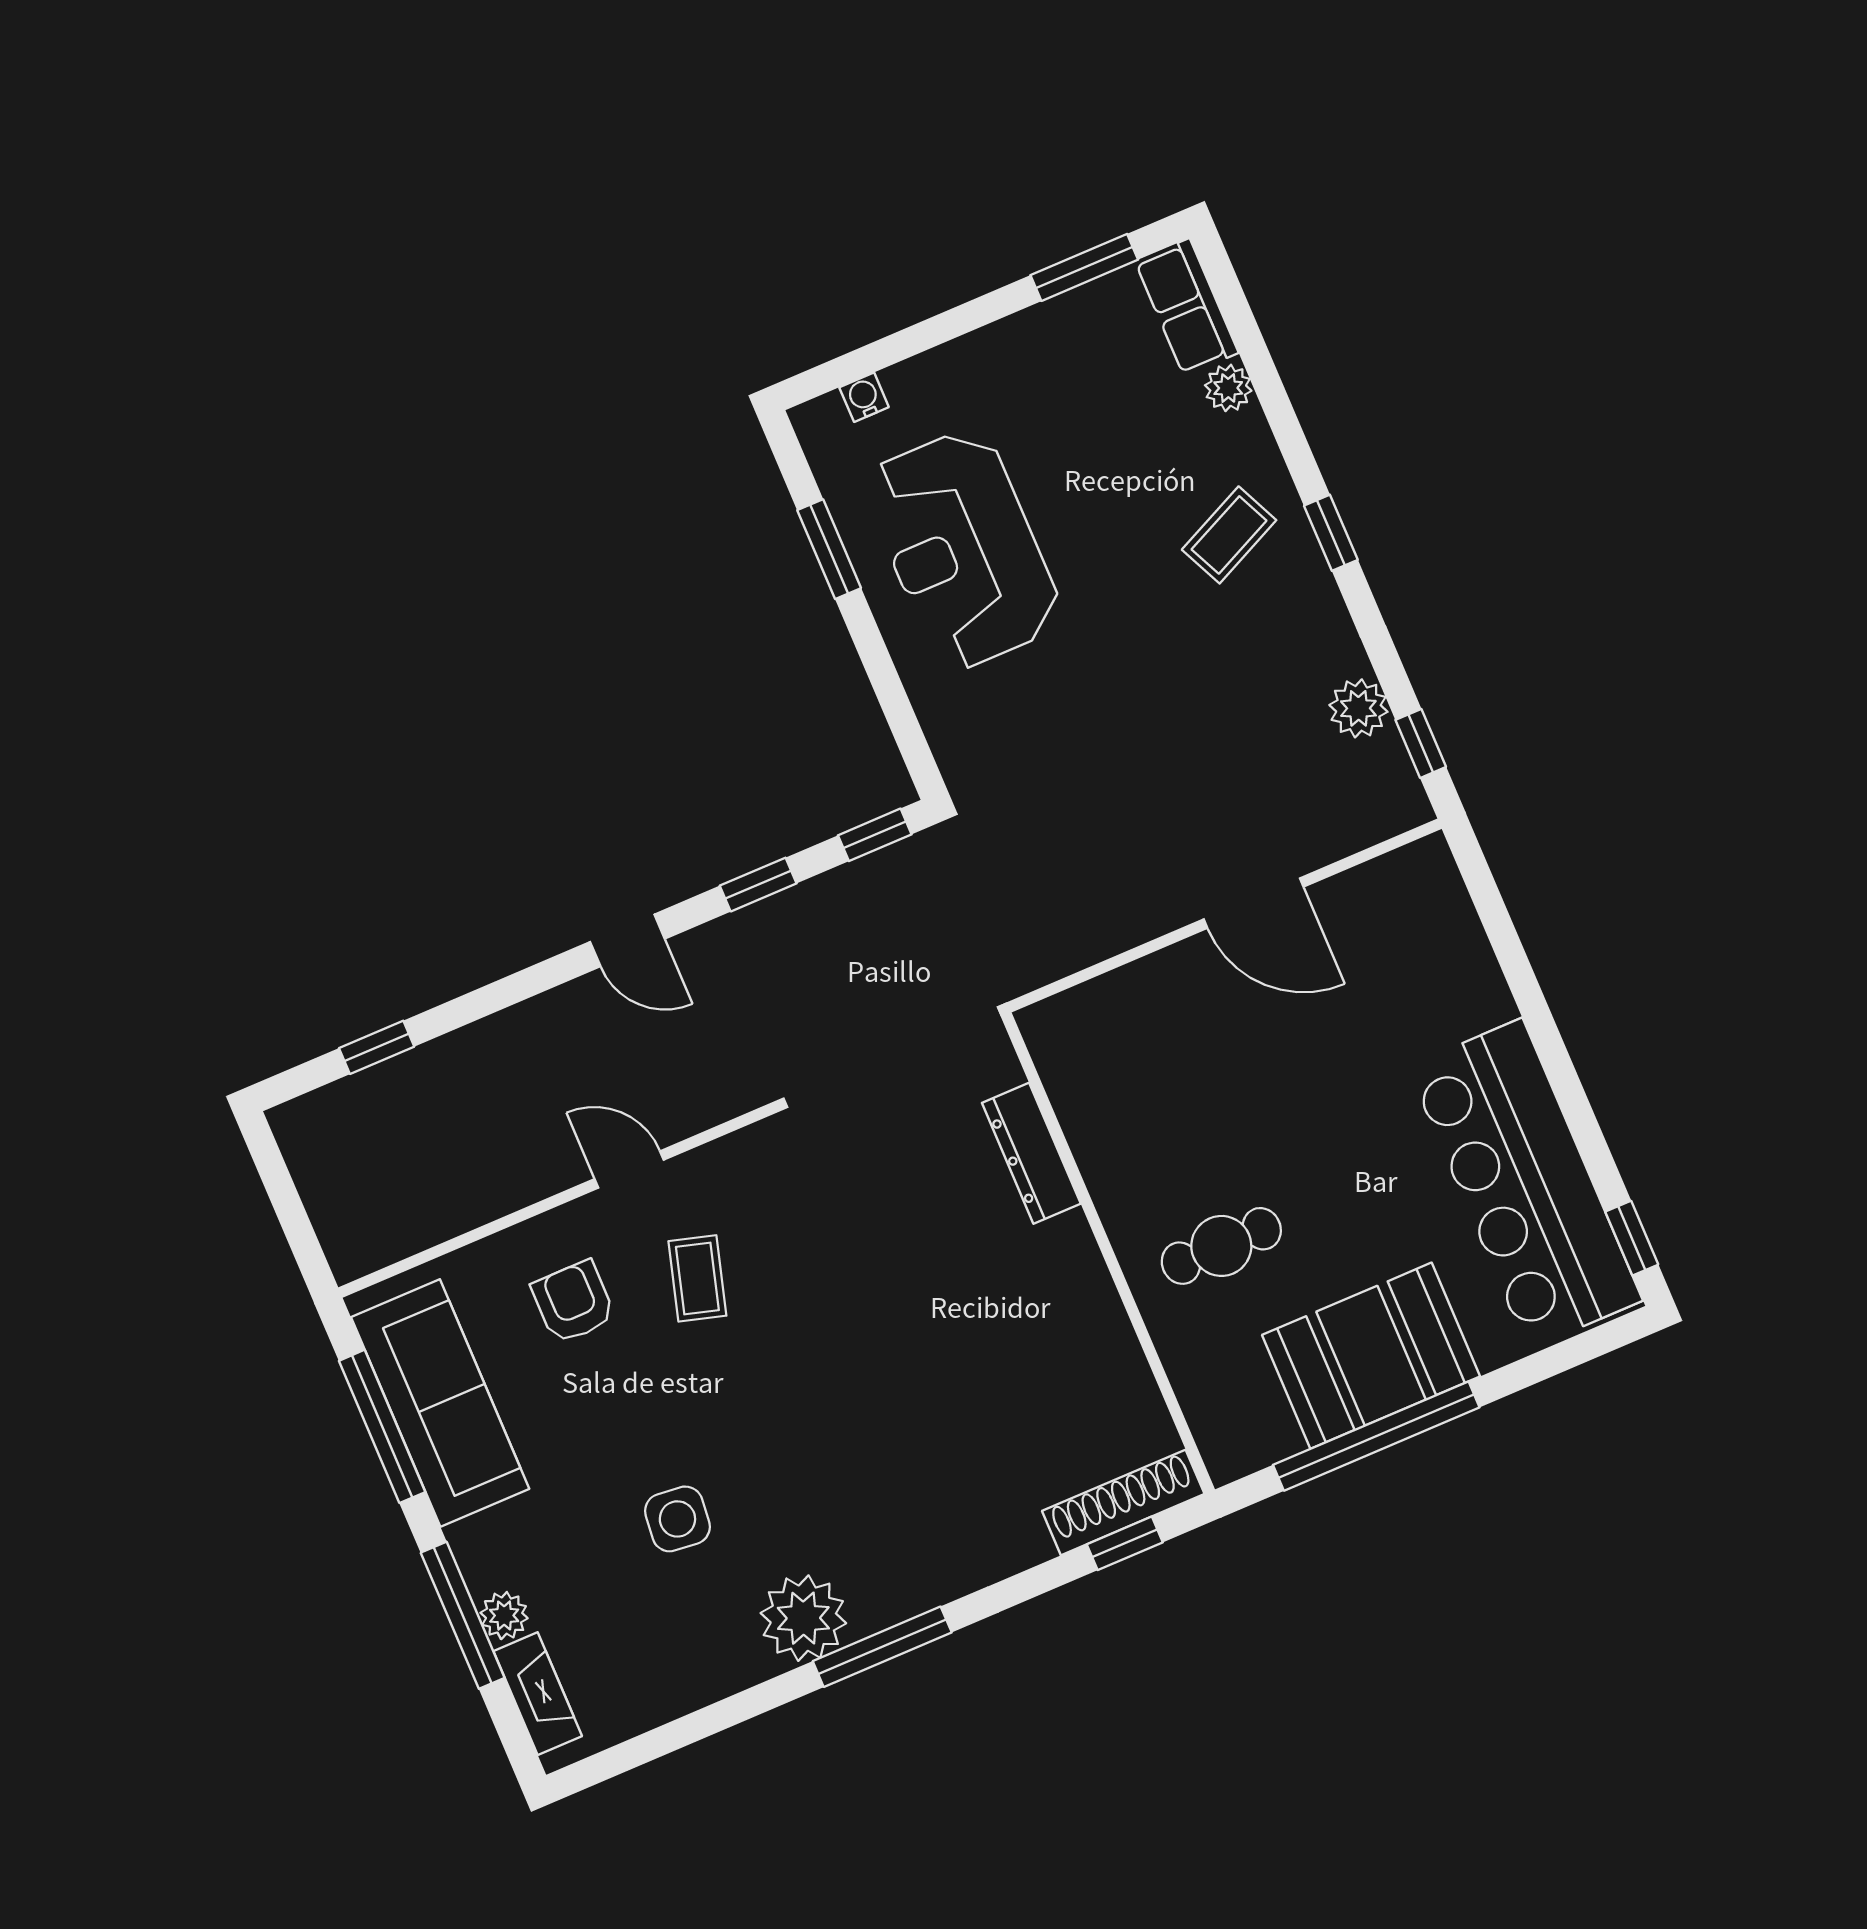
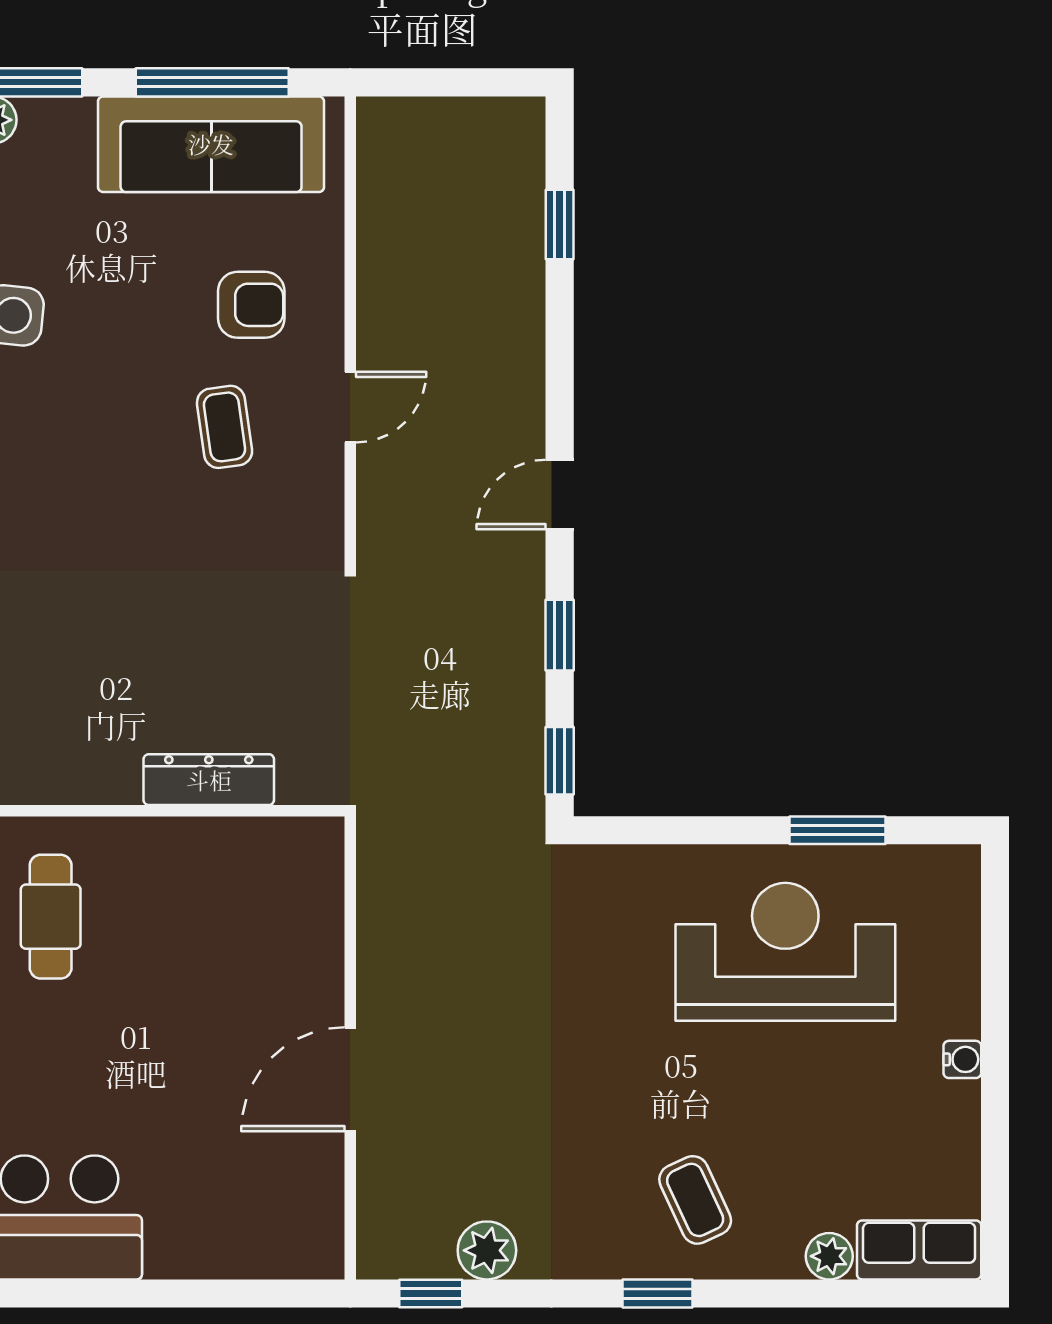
window: (1084, 267) -> (995, 1172), removed
water cooler: (864, 397) -> (962, 1059), moved
coffee table: (697, 1278) -> (225, 427), turned 66

